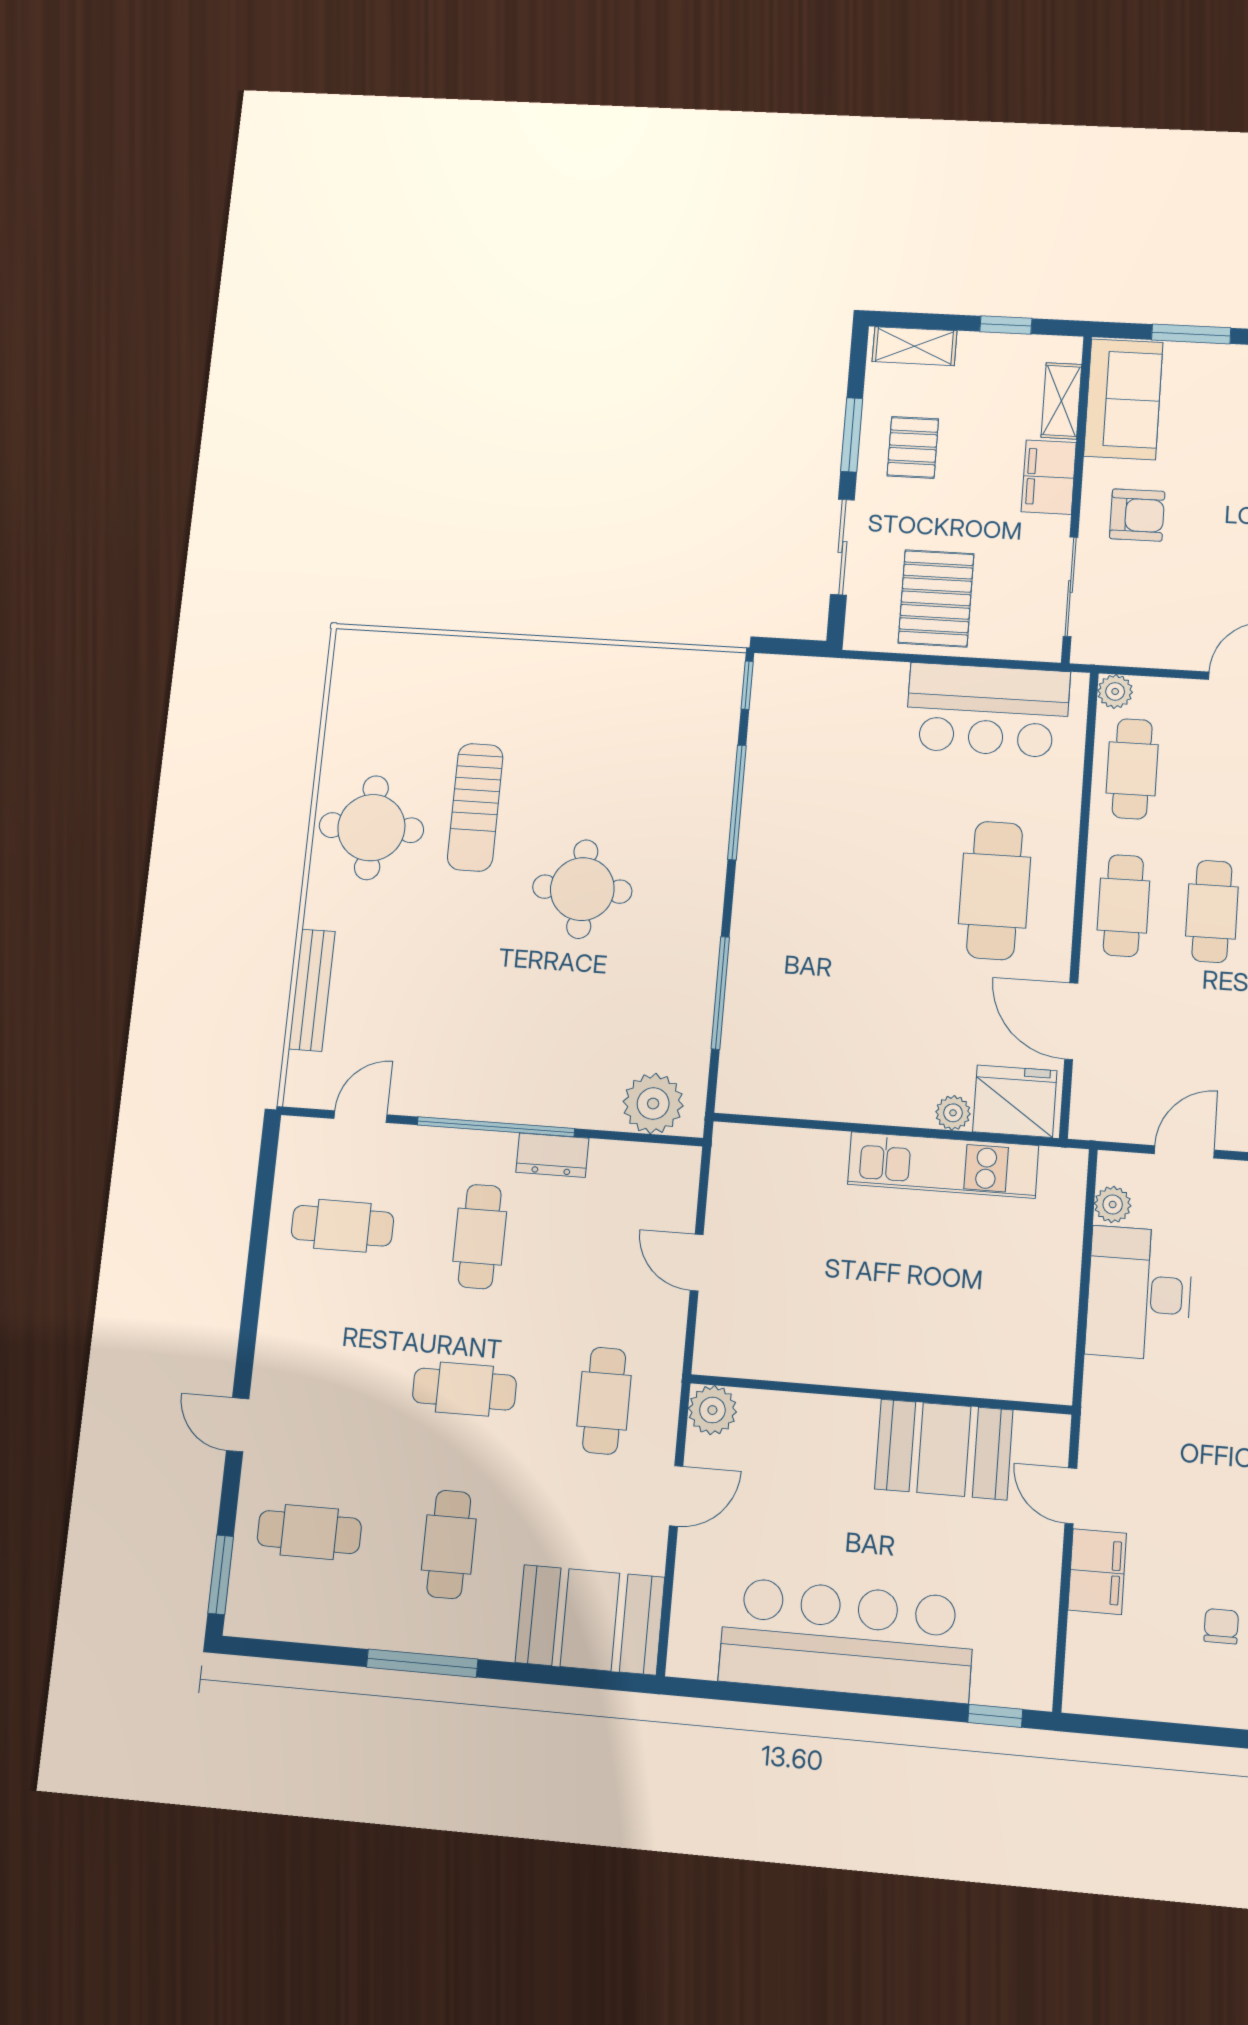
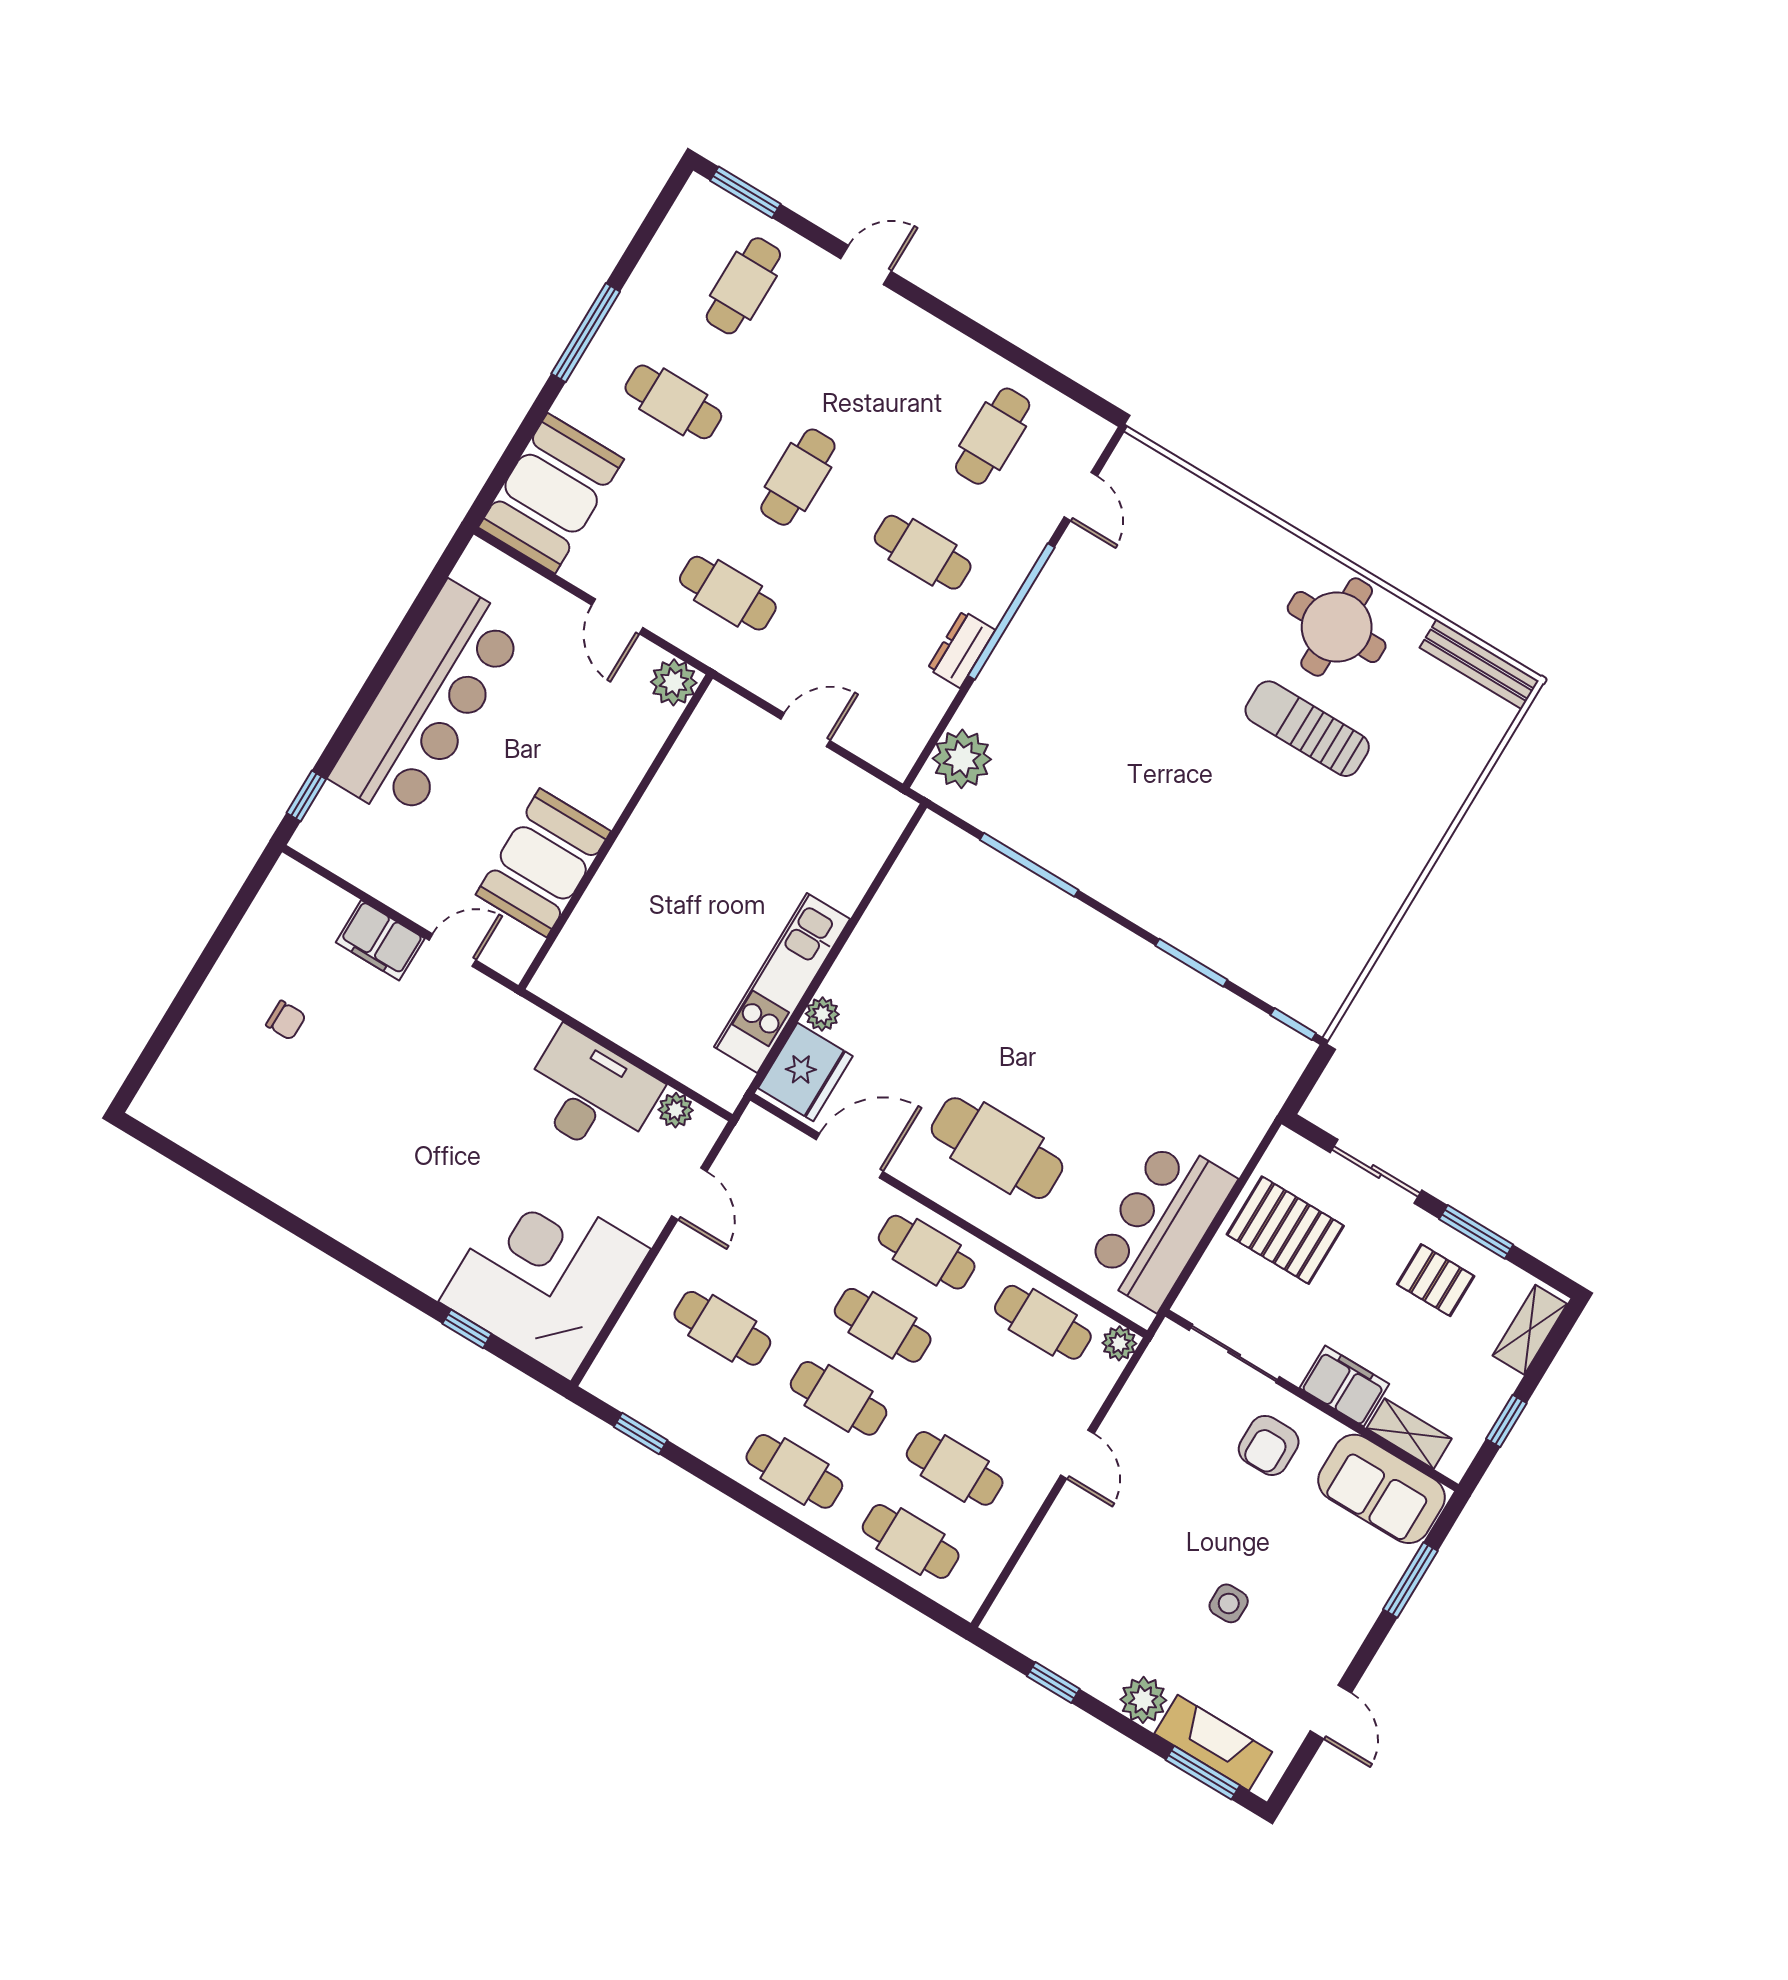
window: (737, 802) -> (1191, 963), width x0.69
round table: (582, 889) -> (1184, 788), removed
bench: (312, 990) -> (1479, 664), moved

